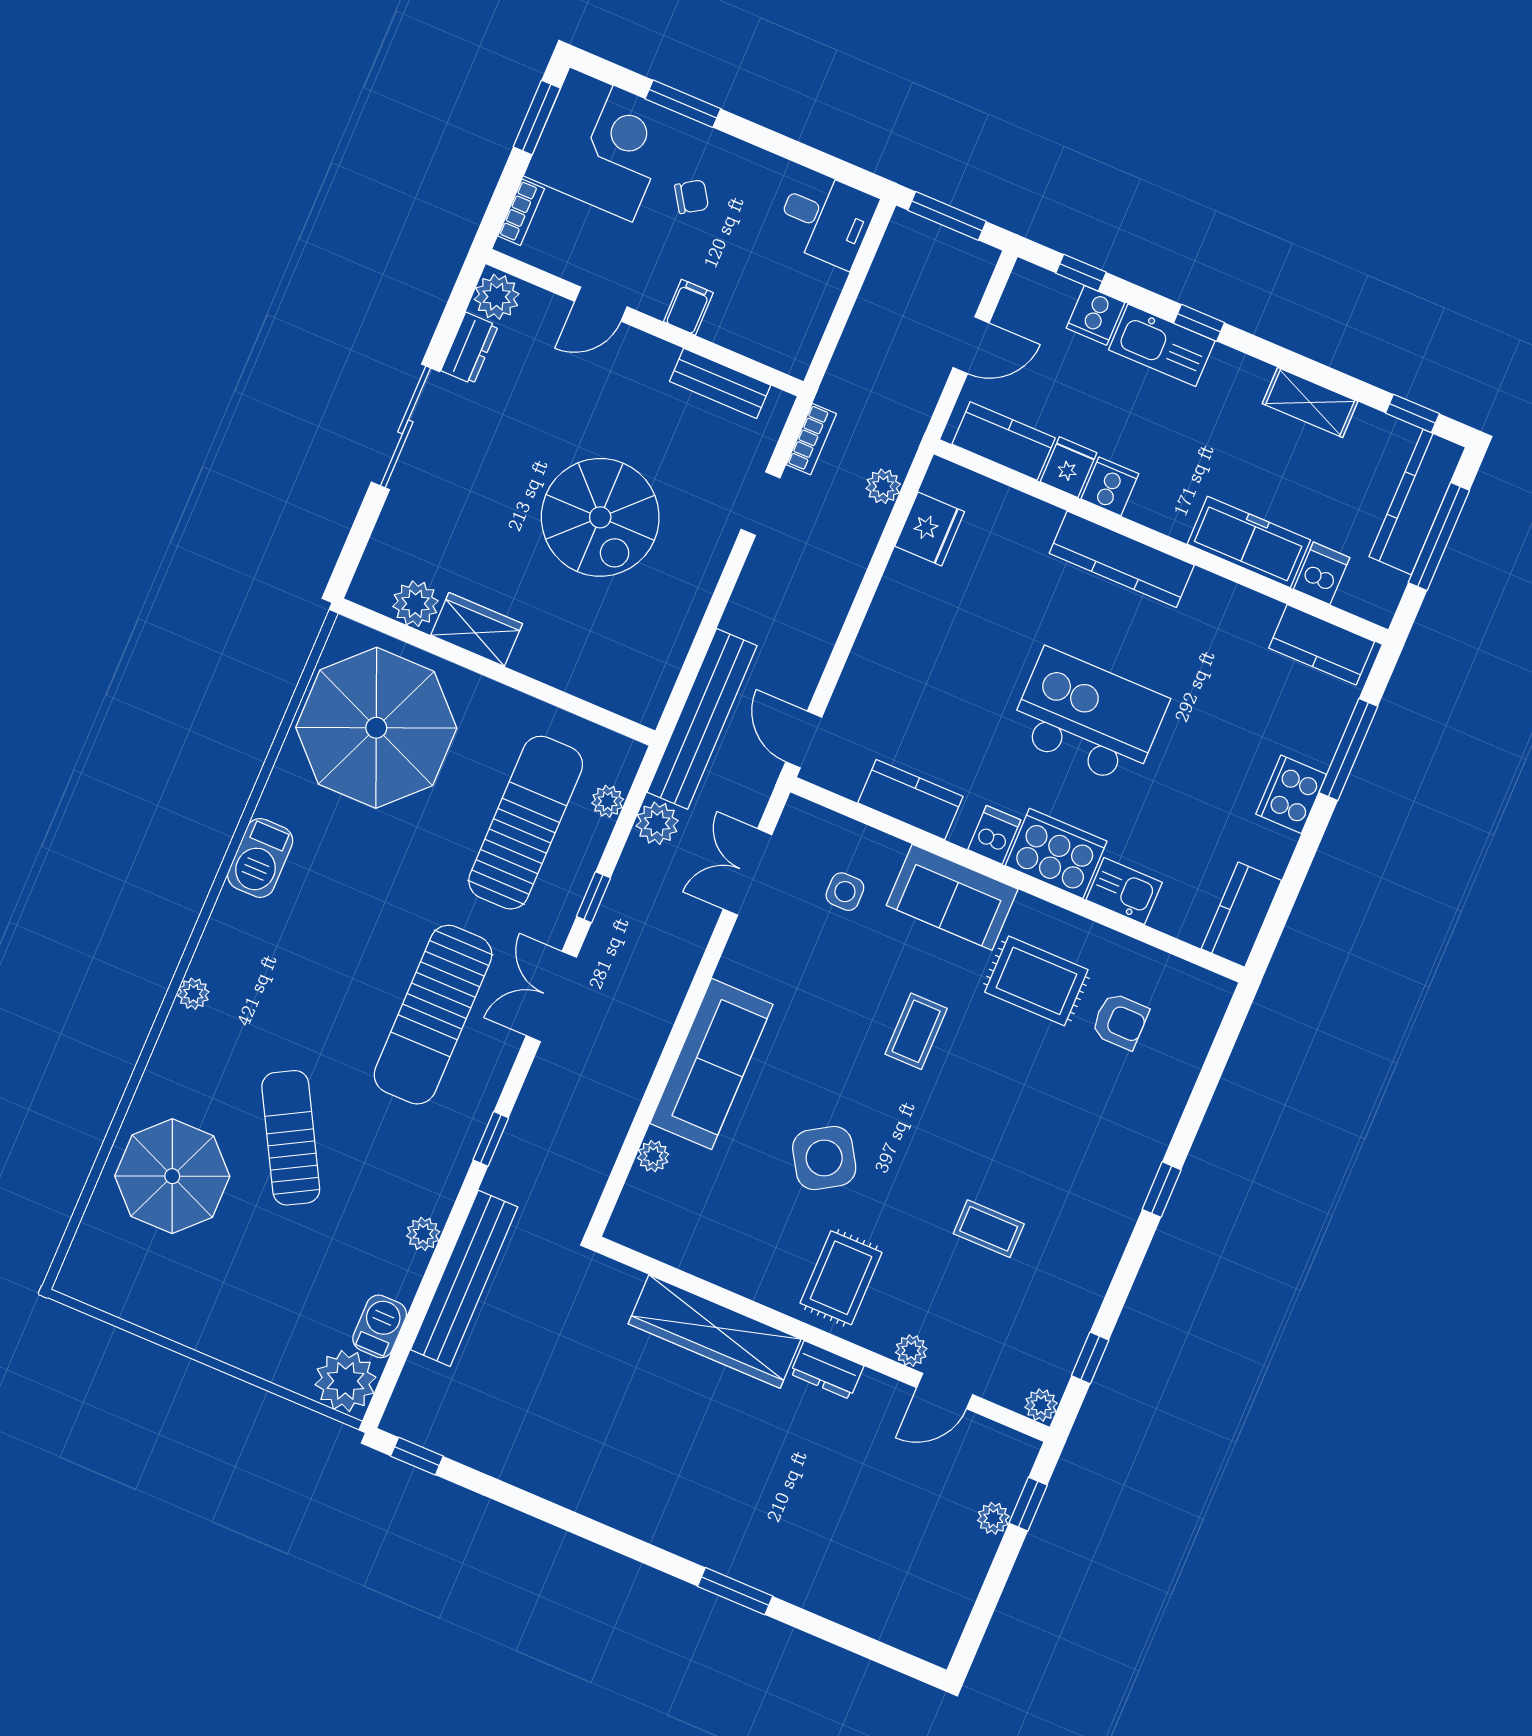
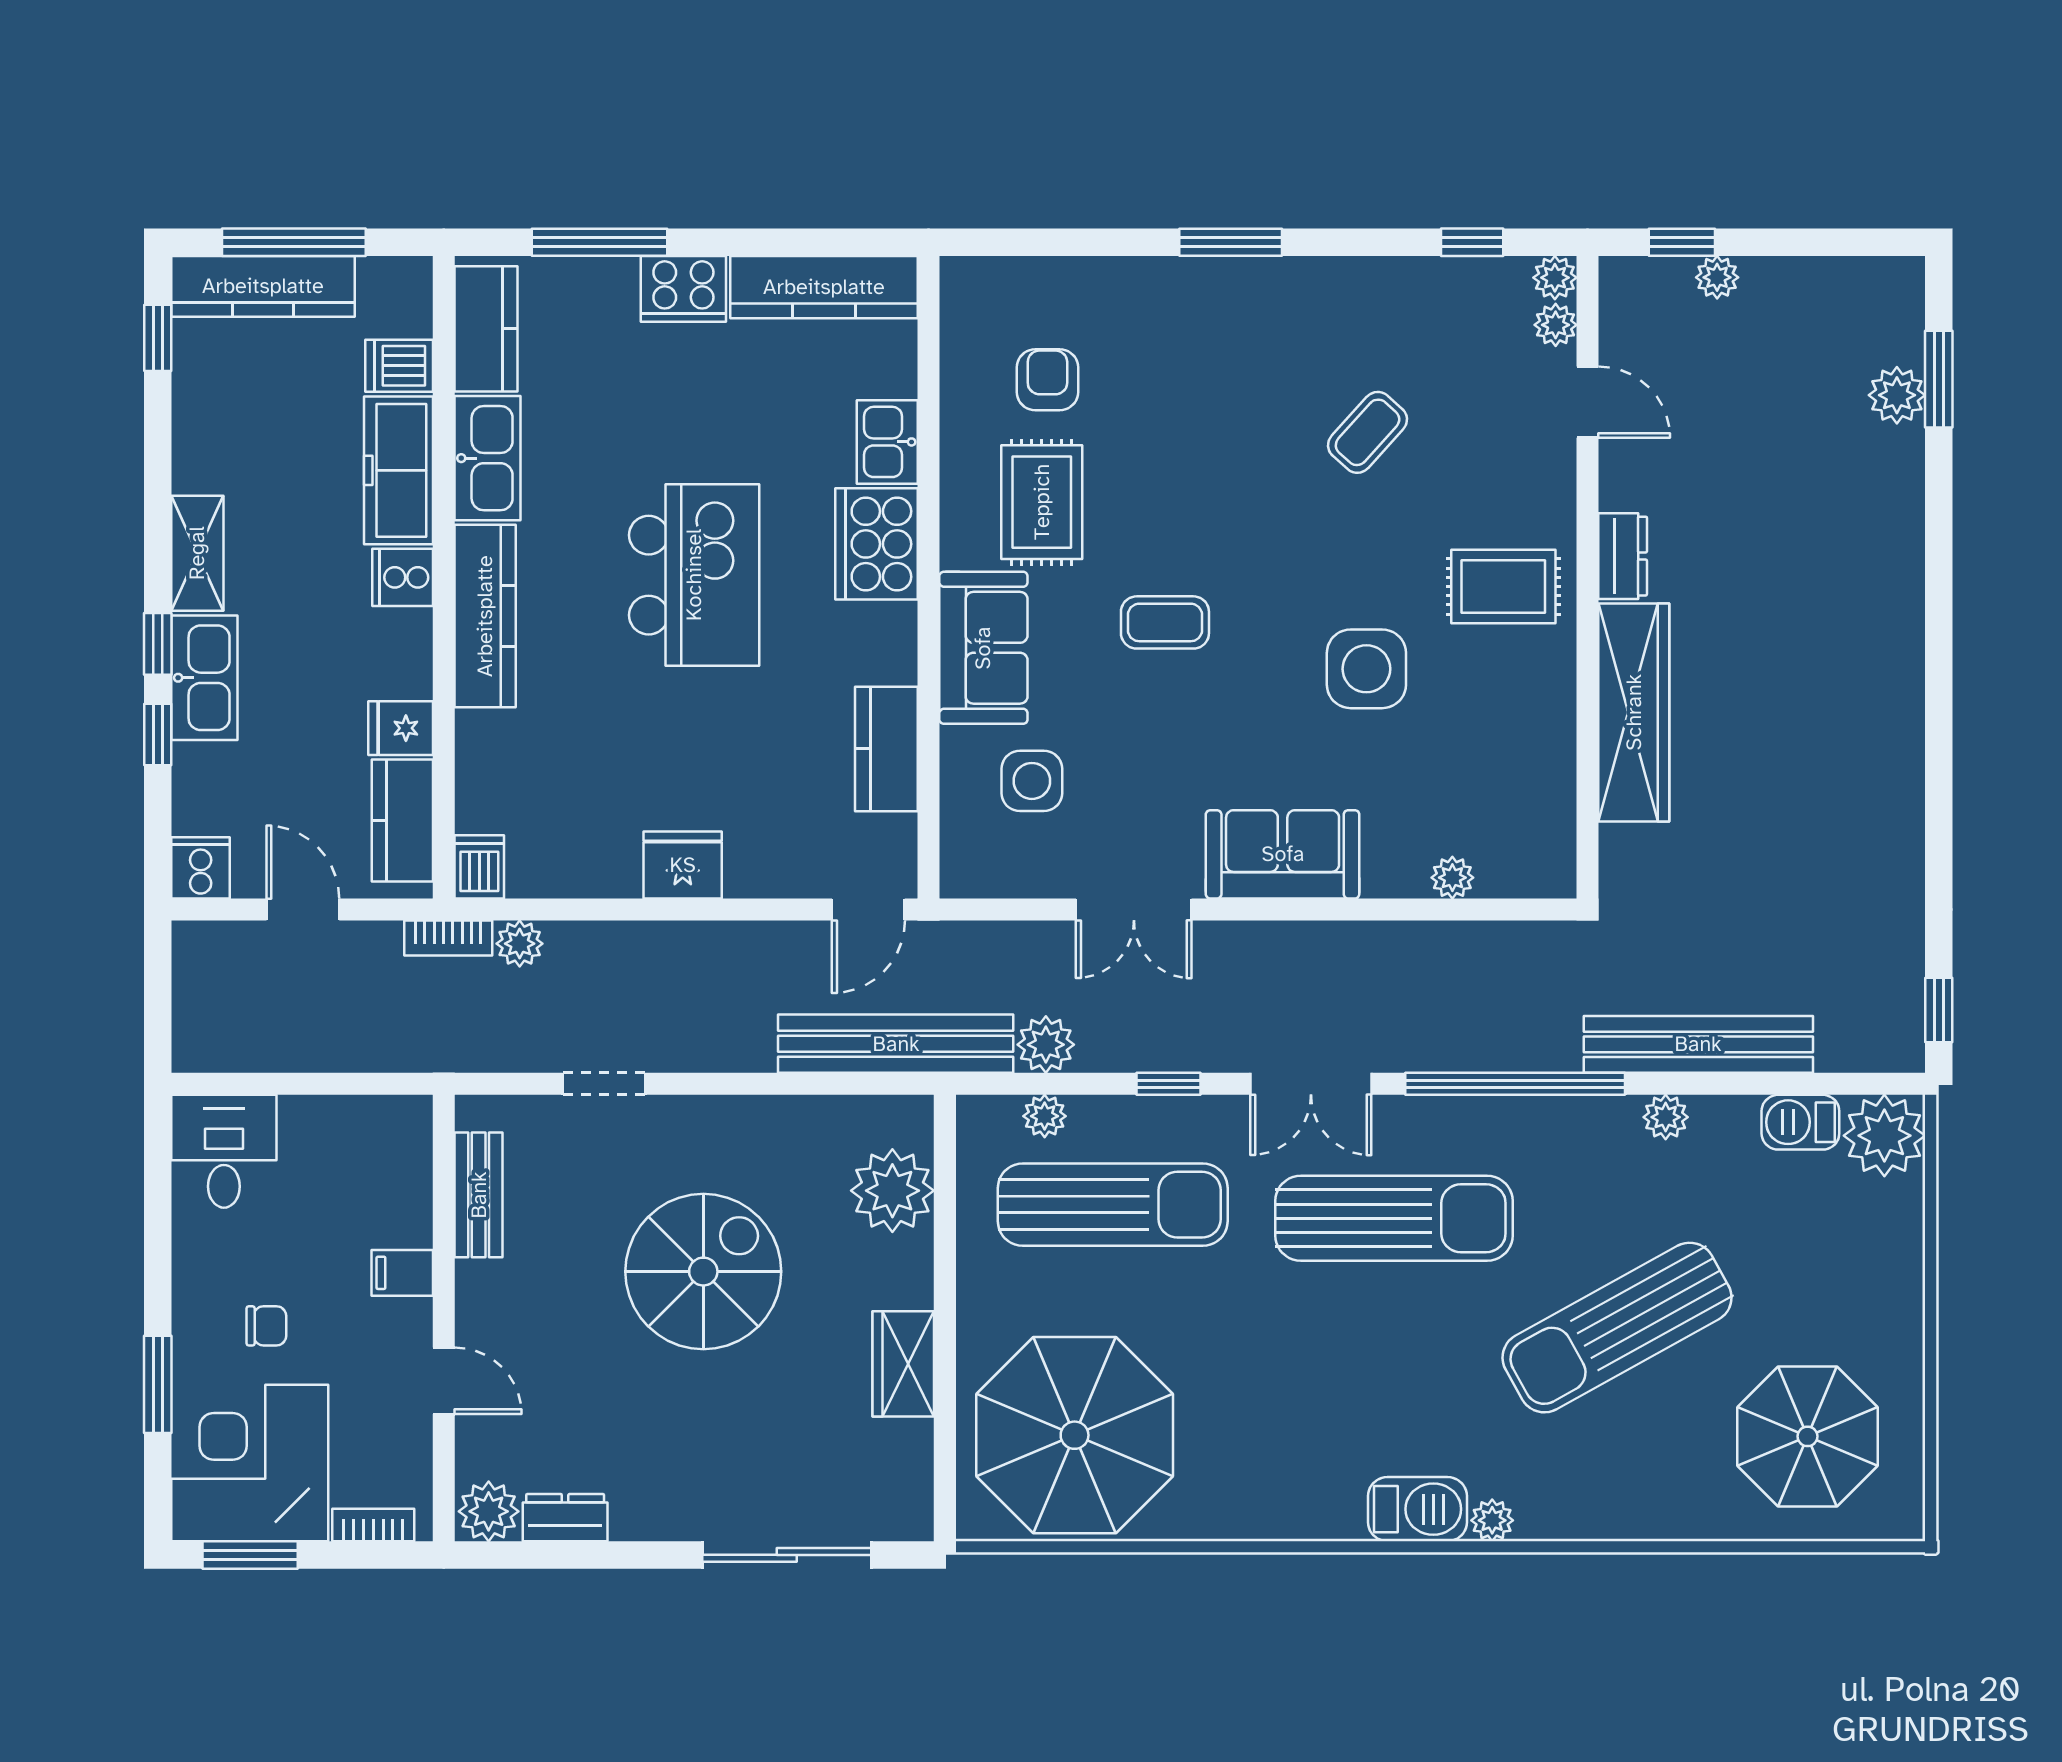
chair: (692, 197) -> (266, 1326), turned 123
window: (947, 216) -> (158, 1006), removed
window: (1081, 273) -> (158, 735), moved
cooker: (1096, 315) -> (201, 868), moved, turned -90
shelving: (1310, 402) -> (197, 553), moved
sliding door: (405, 427) -> (787, 1555), moved
bookcase: (811, 439) -> (448, 938), moved, turned 180
cooker: (1110, 486) -> (403, 577), moved
fridge: (930, 529) -> (683, 865), moved
plant: (415, 604) -> (892, 1191), moved, width x1.36, depth x1.36
kitchen sink: (1231, 608) -> (487, 458), added
kitchen island: (1088, 717) -> (694, 575), turned 180
sun lounger: (526, 823) -> (1113, 1205), turned 180
dishwasher: (994, 835) -> (479, 867), moved, turned 90
barbecue: (260, 858) -> (1417, 1509), moved
double door: (748, 872) -> (1134, 910), moved
side table: (845, 892) -> (1032, 781), width x1.37, depth x1.37
kitchen counter: (1241, 915) -> (824, 287), width x1.50
sofa: (711, 1064) -> (1283, 854), width x0.73
sun lounger: (291, 1138) -> (1617, 1328), width x1.36, depth x1.34
window: (491, 1139) -> (1515, 1084), width x3.17
side table: (824, 1158) -> (1366, 669), turned 32
parasol: (172, 1176) -> (1807, 1436), moved
window: (1162, 1190) -> (1231, 242), width x1.50
coffee table: (989, 1229) -> (1368, 432), turned 42
plant: (911, 1351) -> (1556, 325), moved
window: (735, 1591) -> (1939, 379), moved
plant: (858, 1609) -> (1897, 395), added

